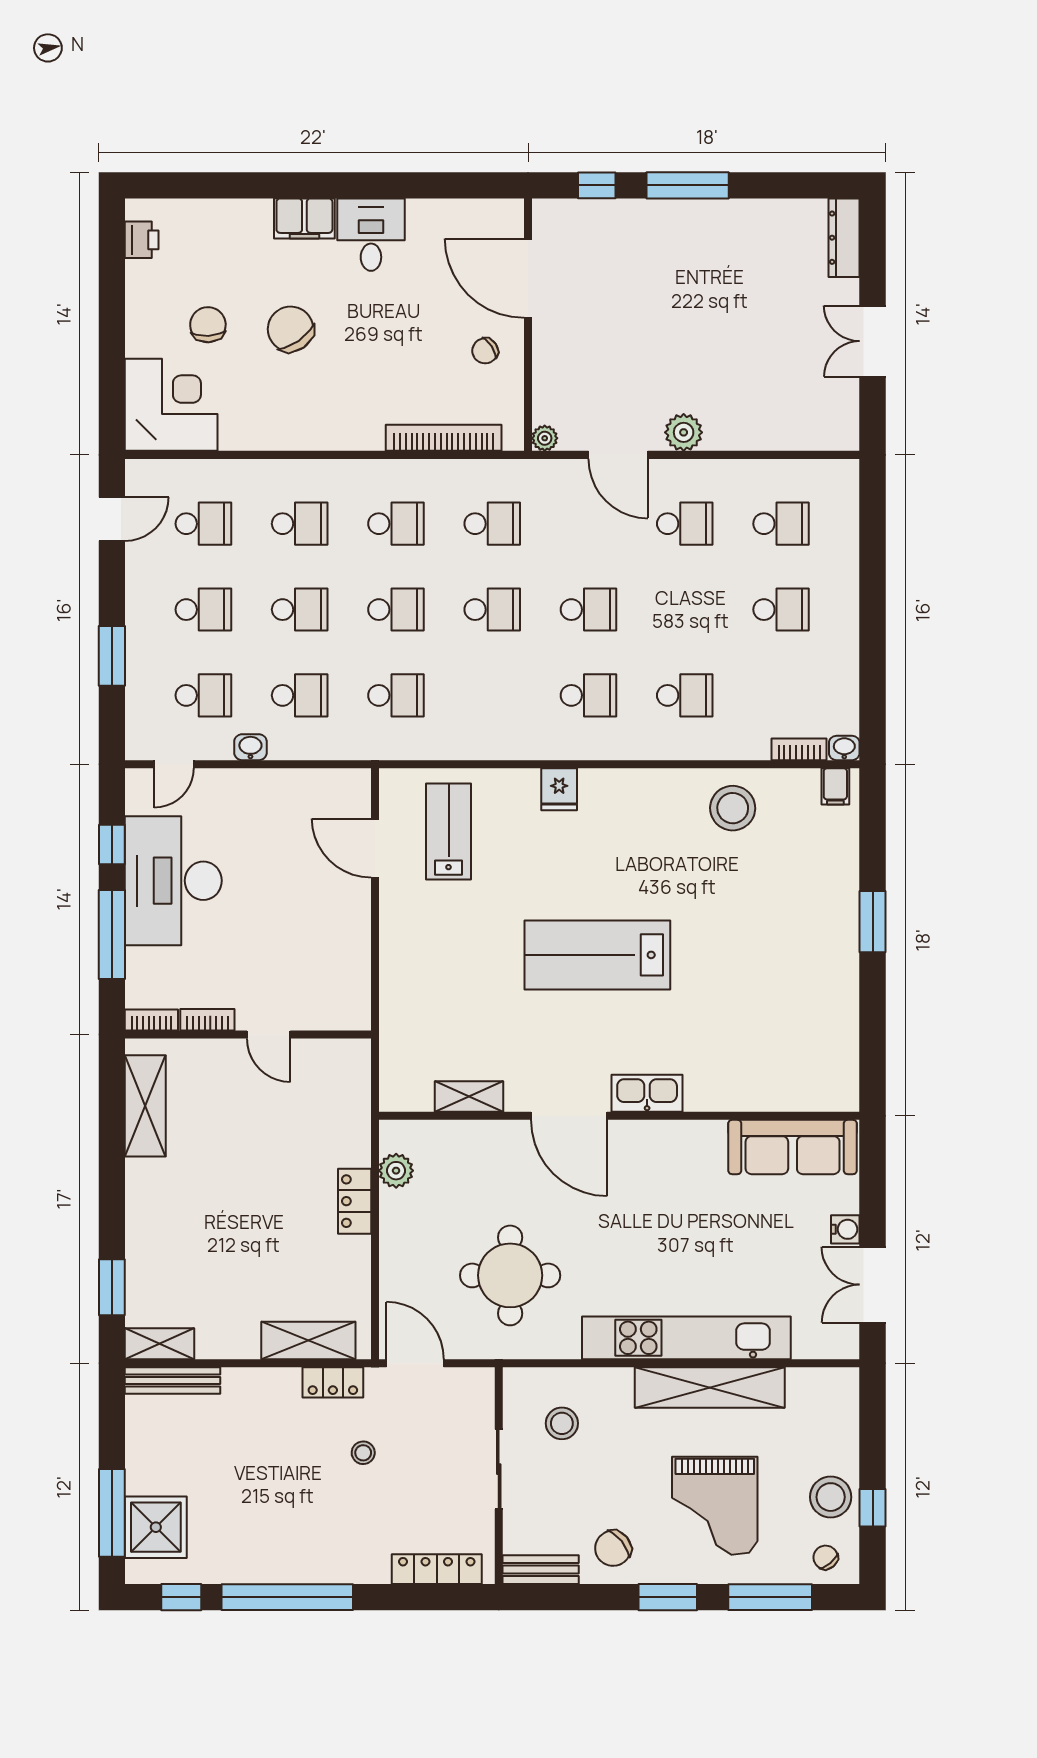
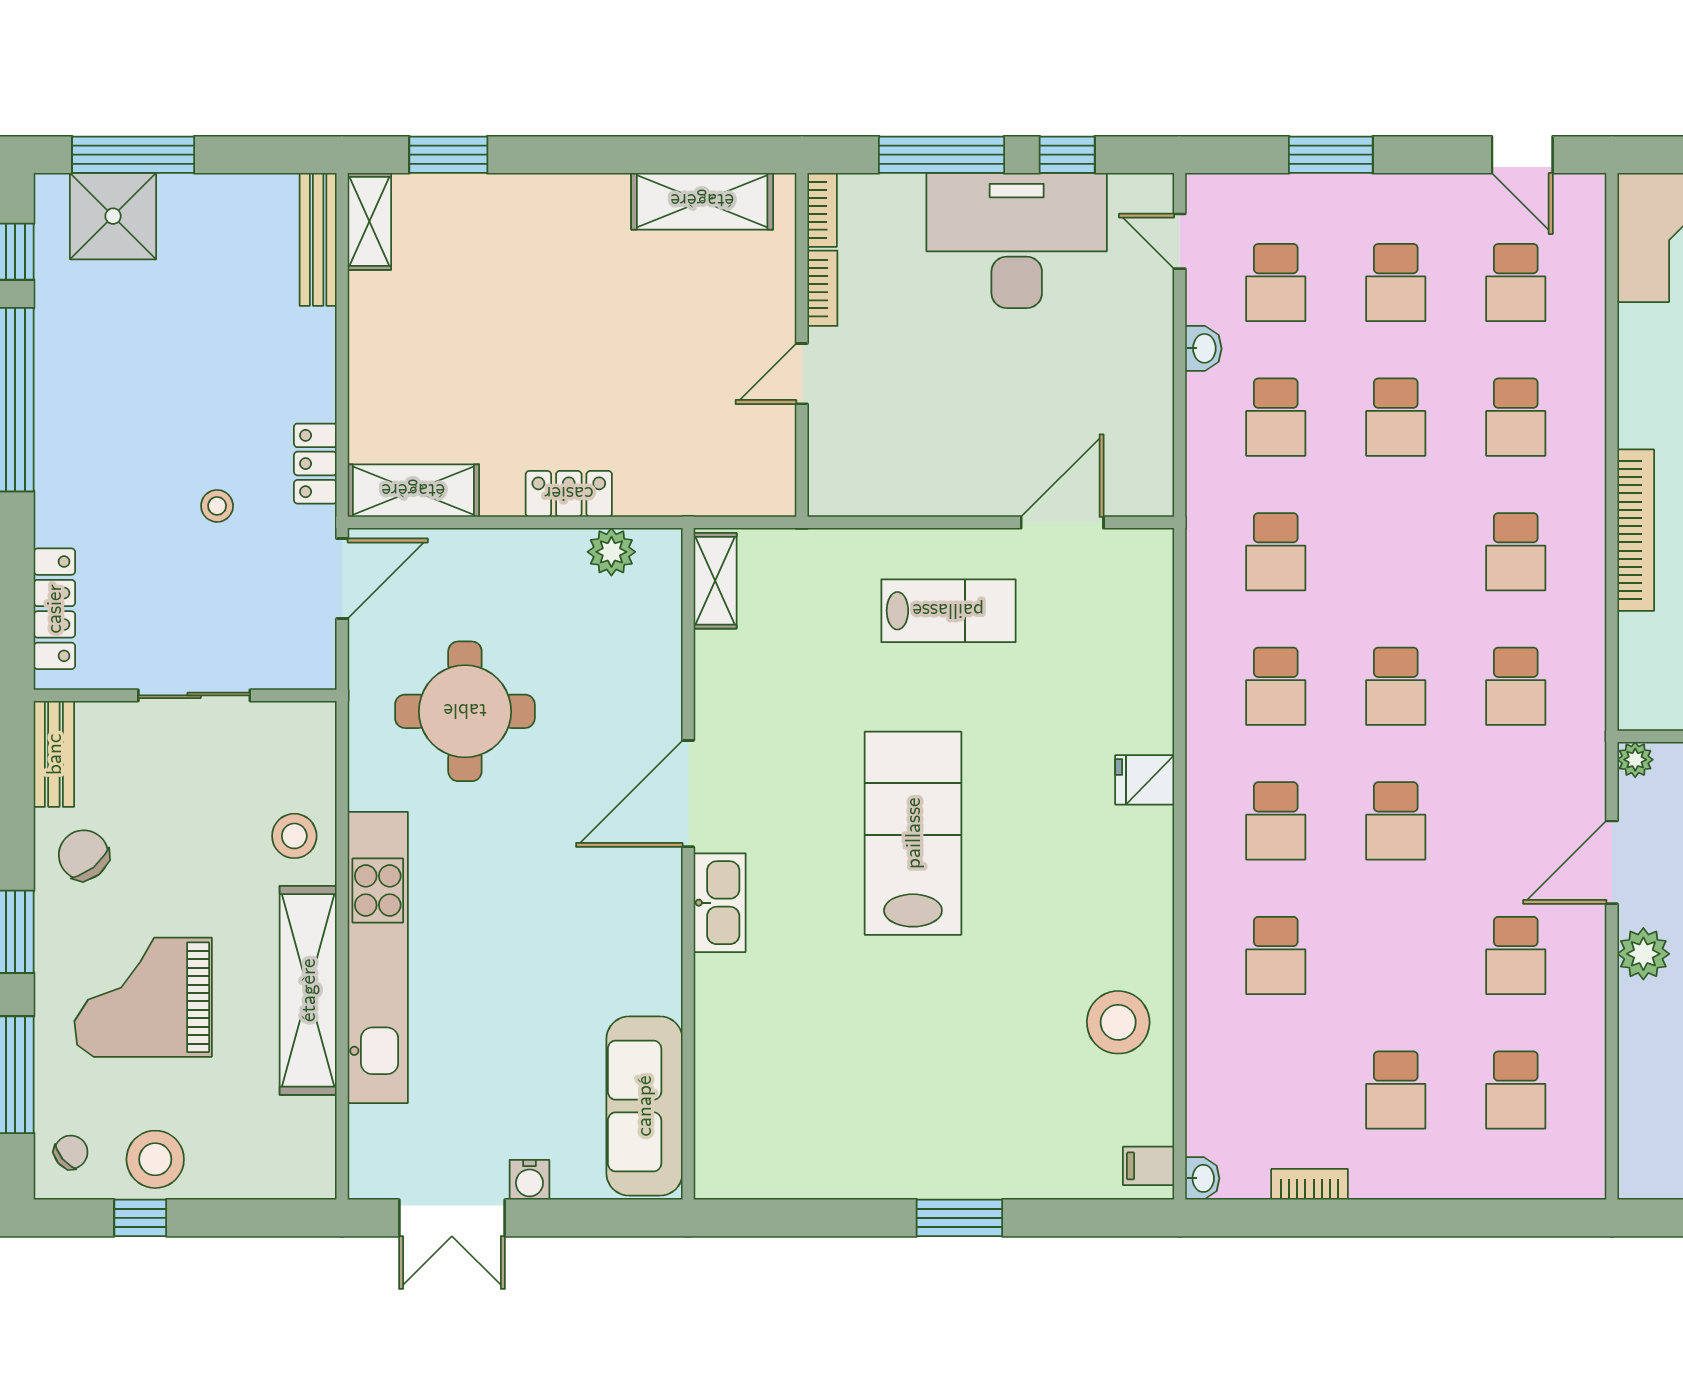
bookcase: (444, 438) -> (1636, 530), moved
school desk: (396, 610) -> (1276, 686), moved
bookcase: (799, 749) -> (1310, 1184), moved, turned -90
lab bench: (449, 832) -> (948, 611), moved
shelving: (469, 1097) -> (715, 581), moved
double door: (873, 1285) -> (452, 1218), swing flipped
shelving: (308, 1341) -> (413, 491), moved, turned 90
stool: (562, 1423) -> (294, 836), moved

